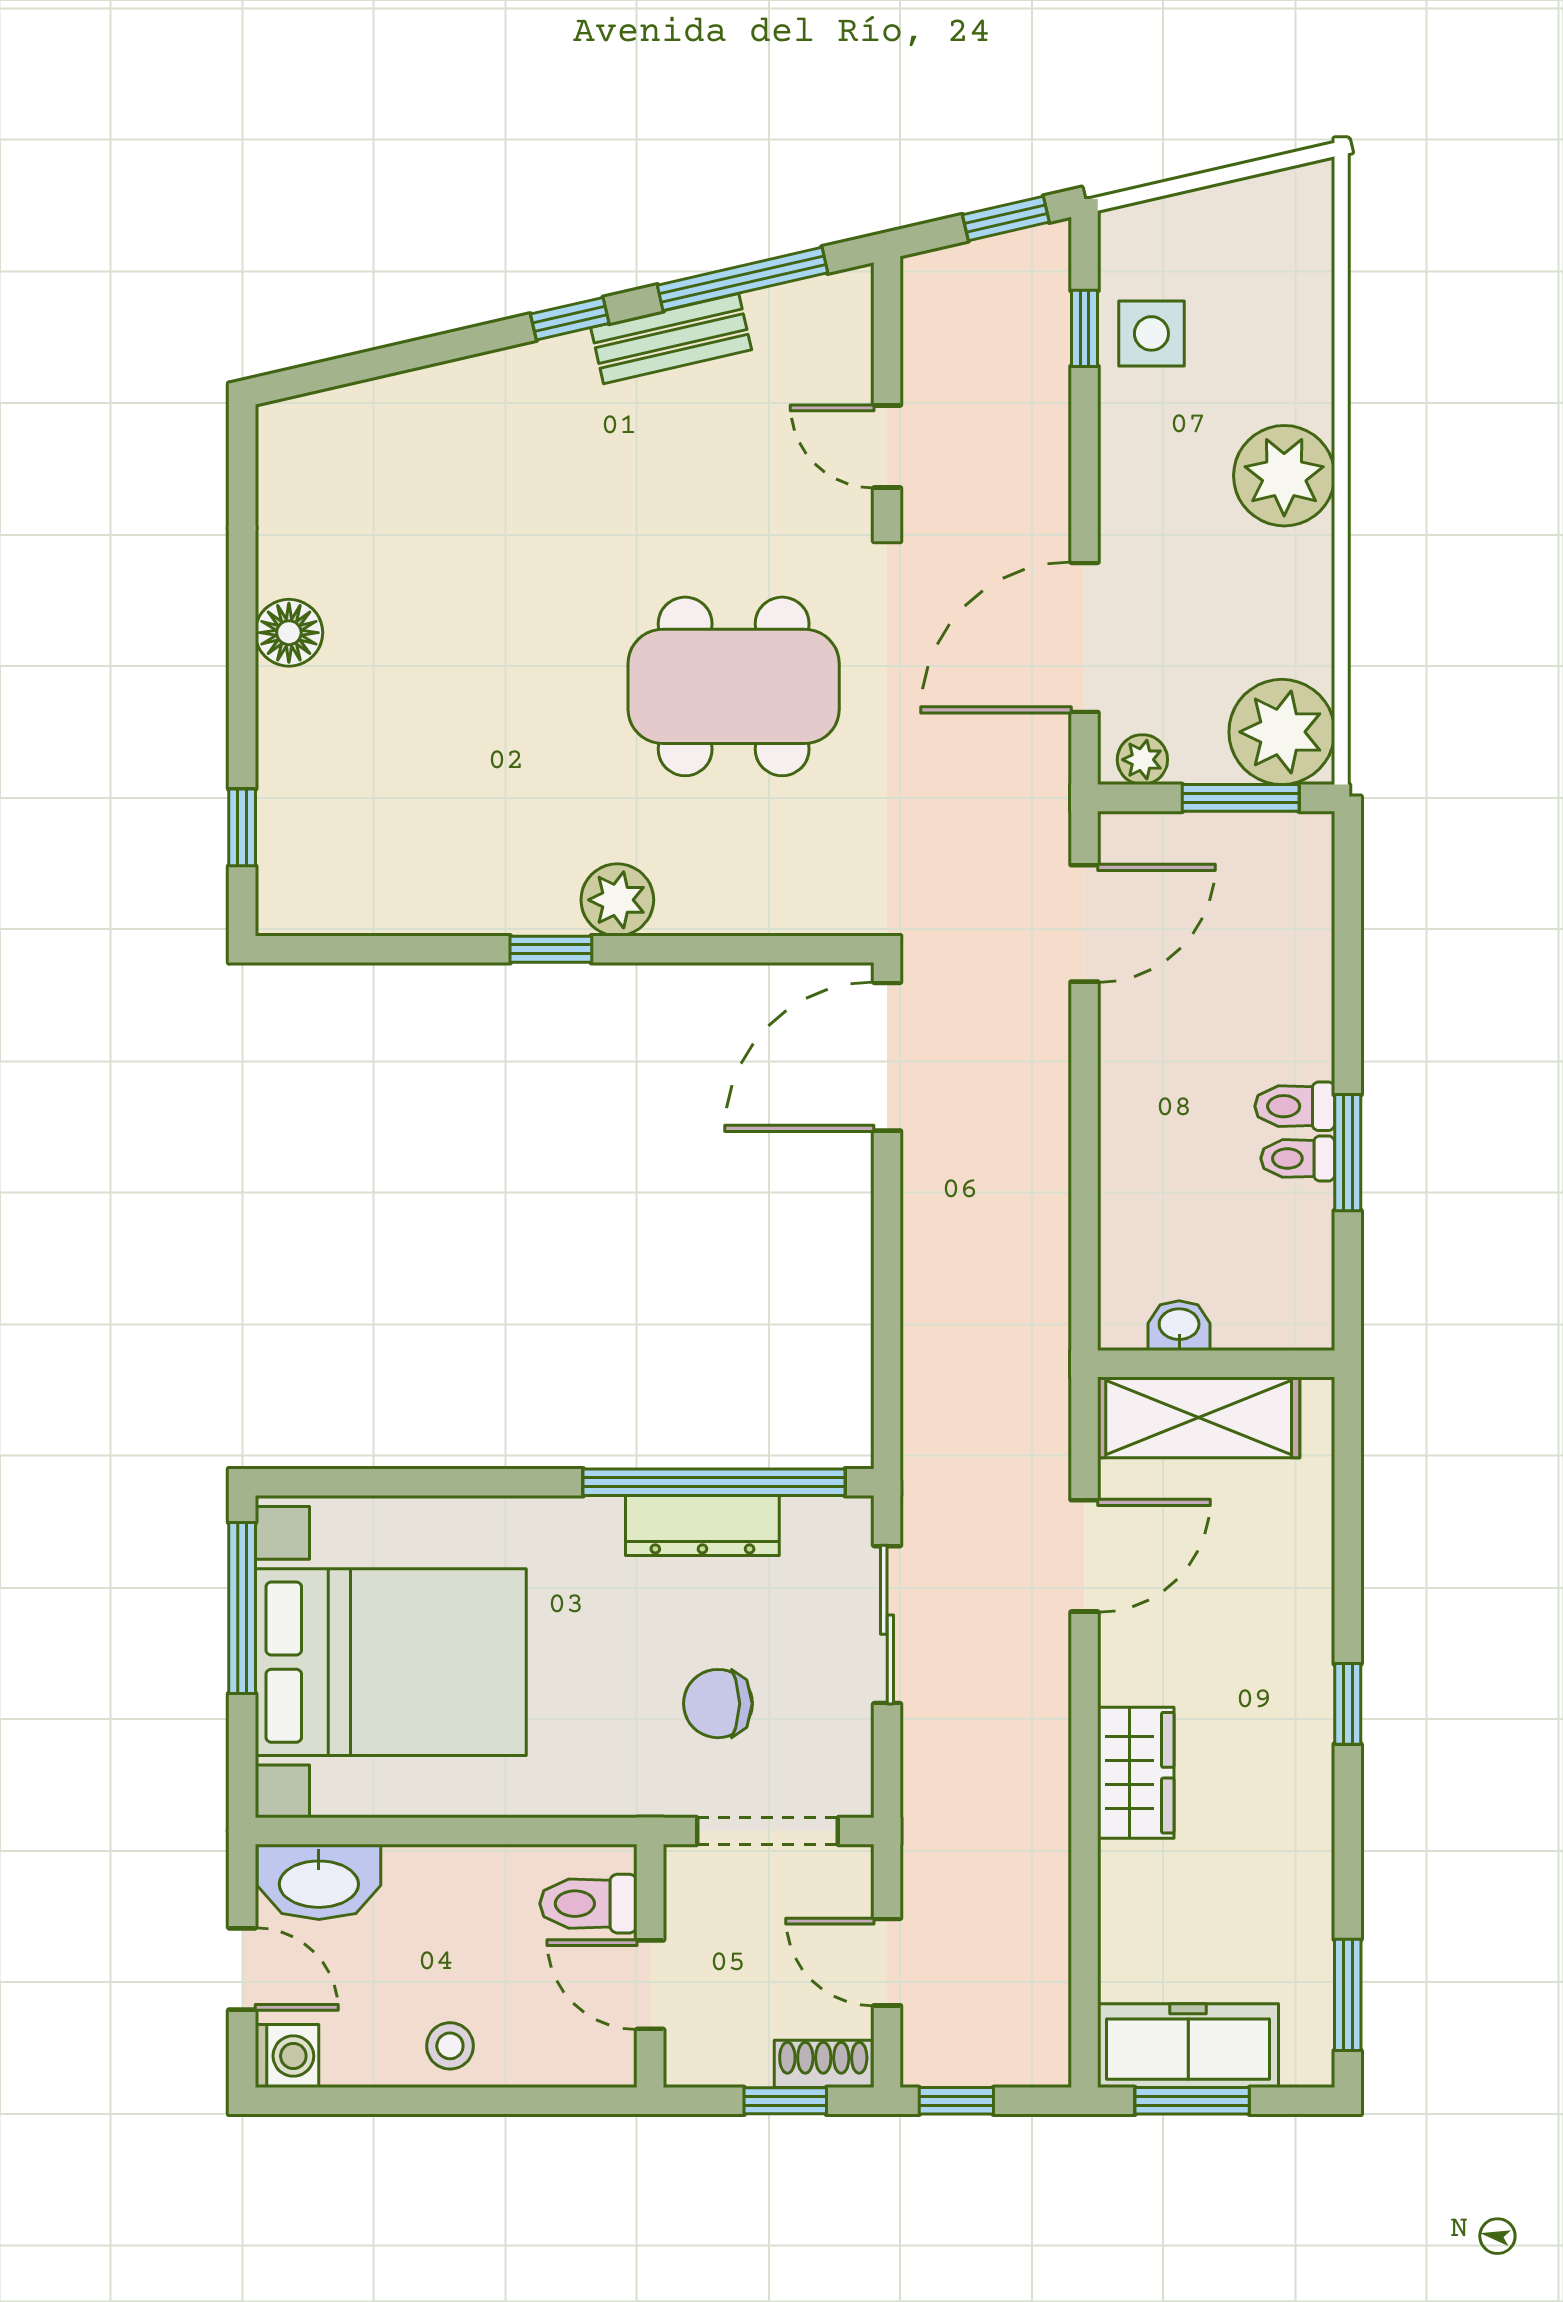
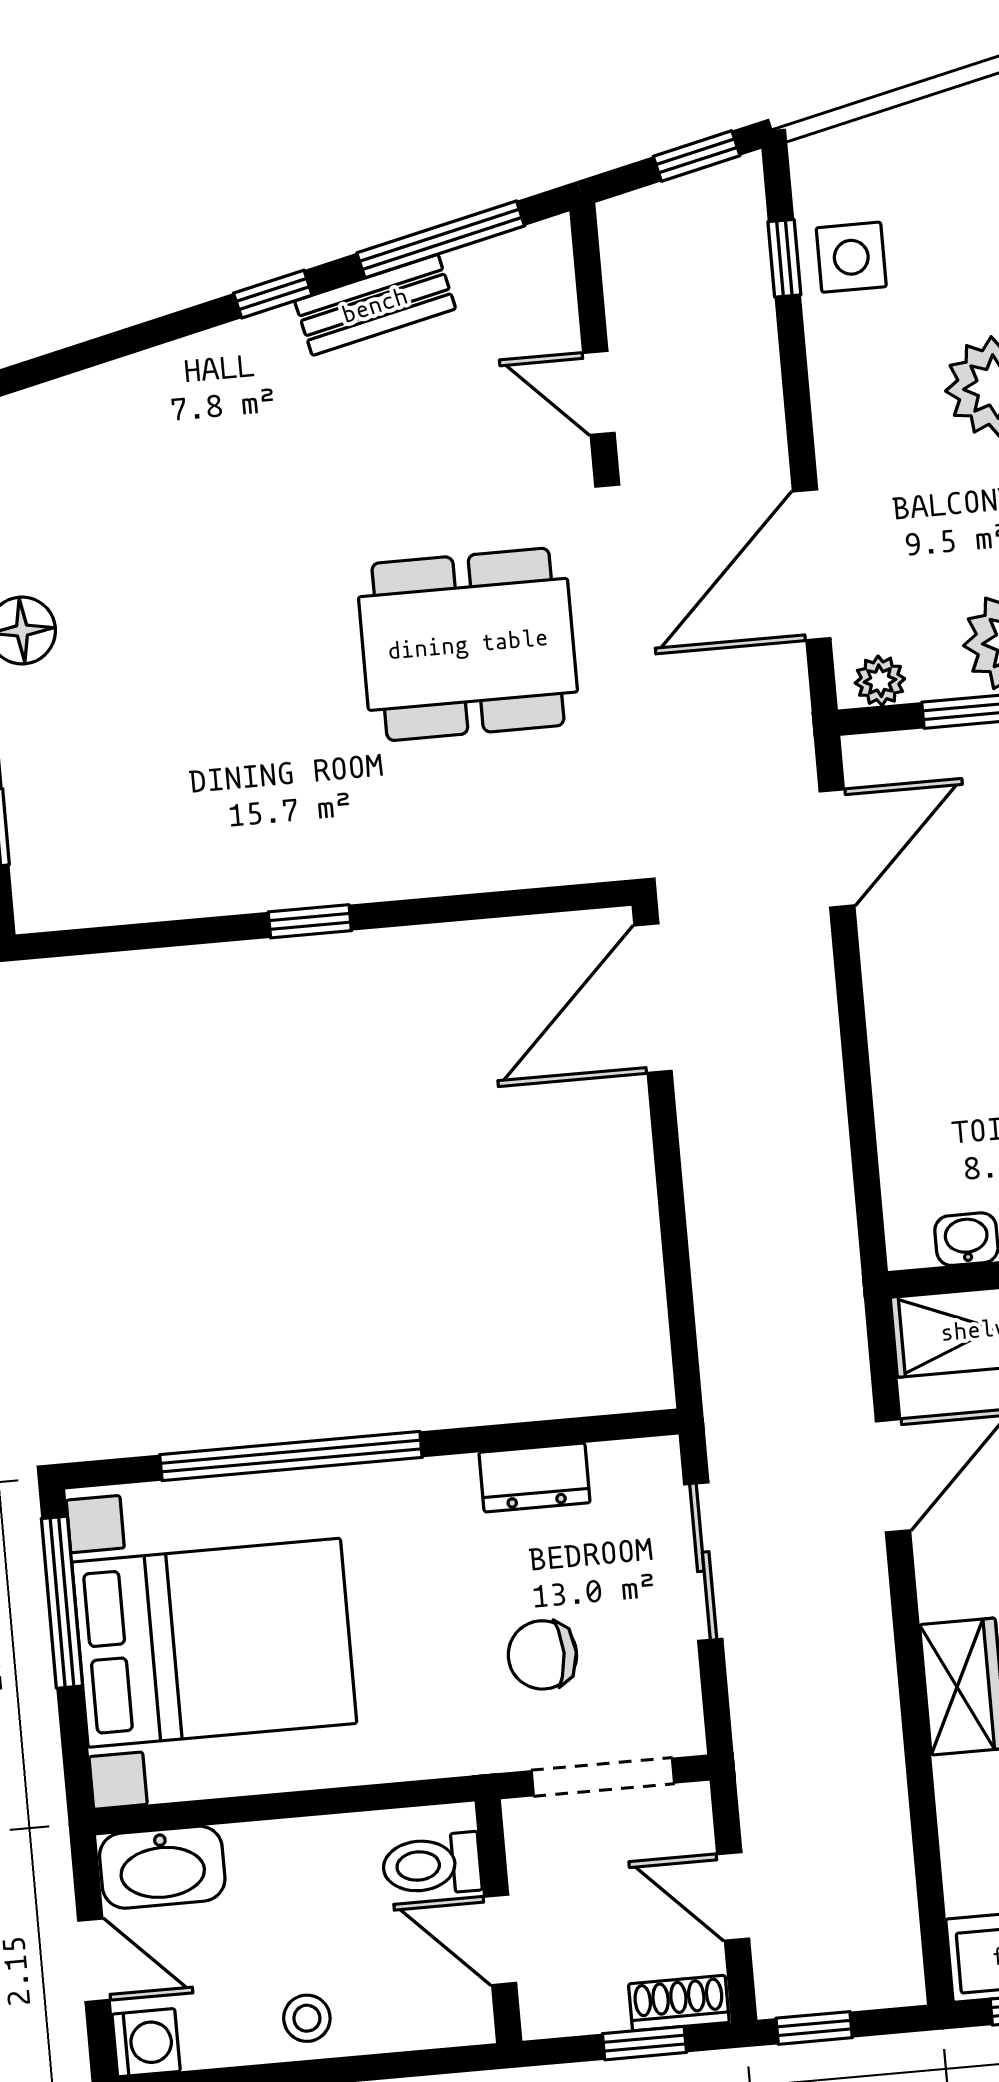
plant: (617, 900) -> (371, 866), removed
window: (714, 1482) -> (291, 1456), moved
dresser: (702, 1525) -> (535, 1477), width x0.70

